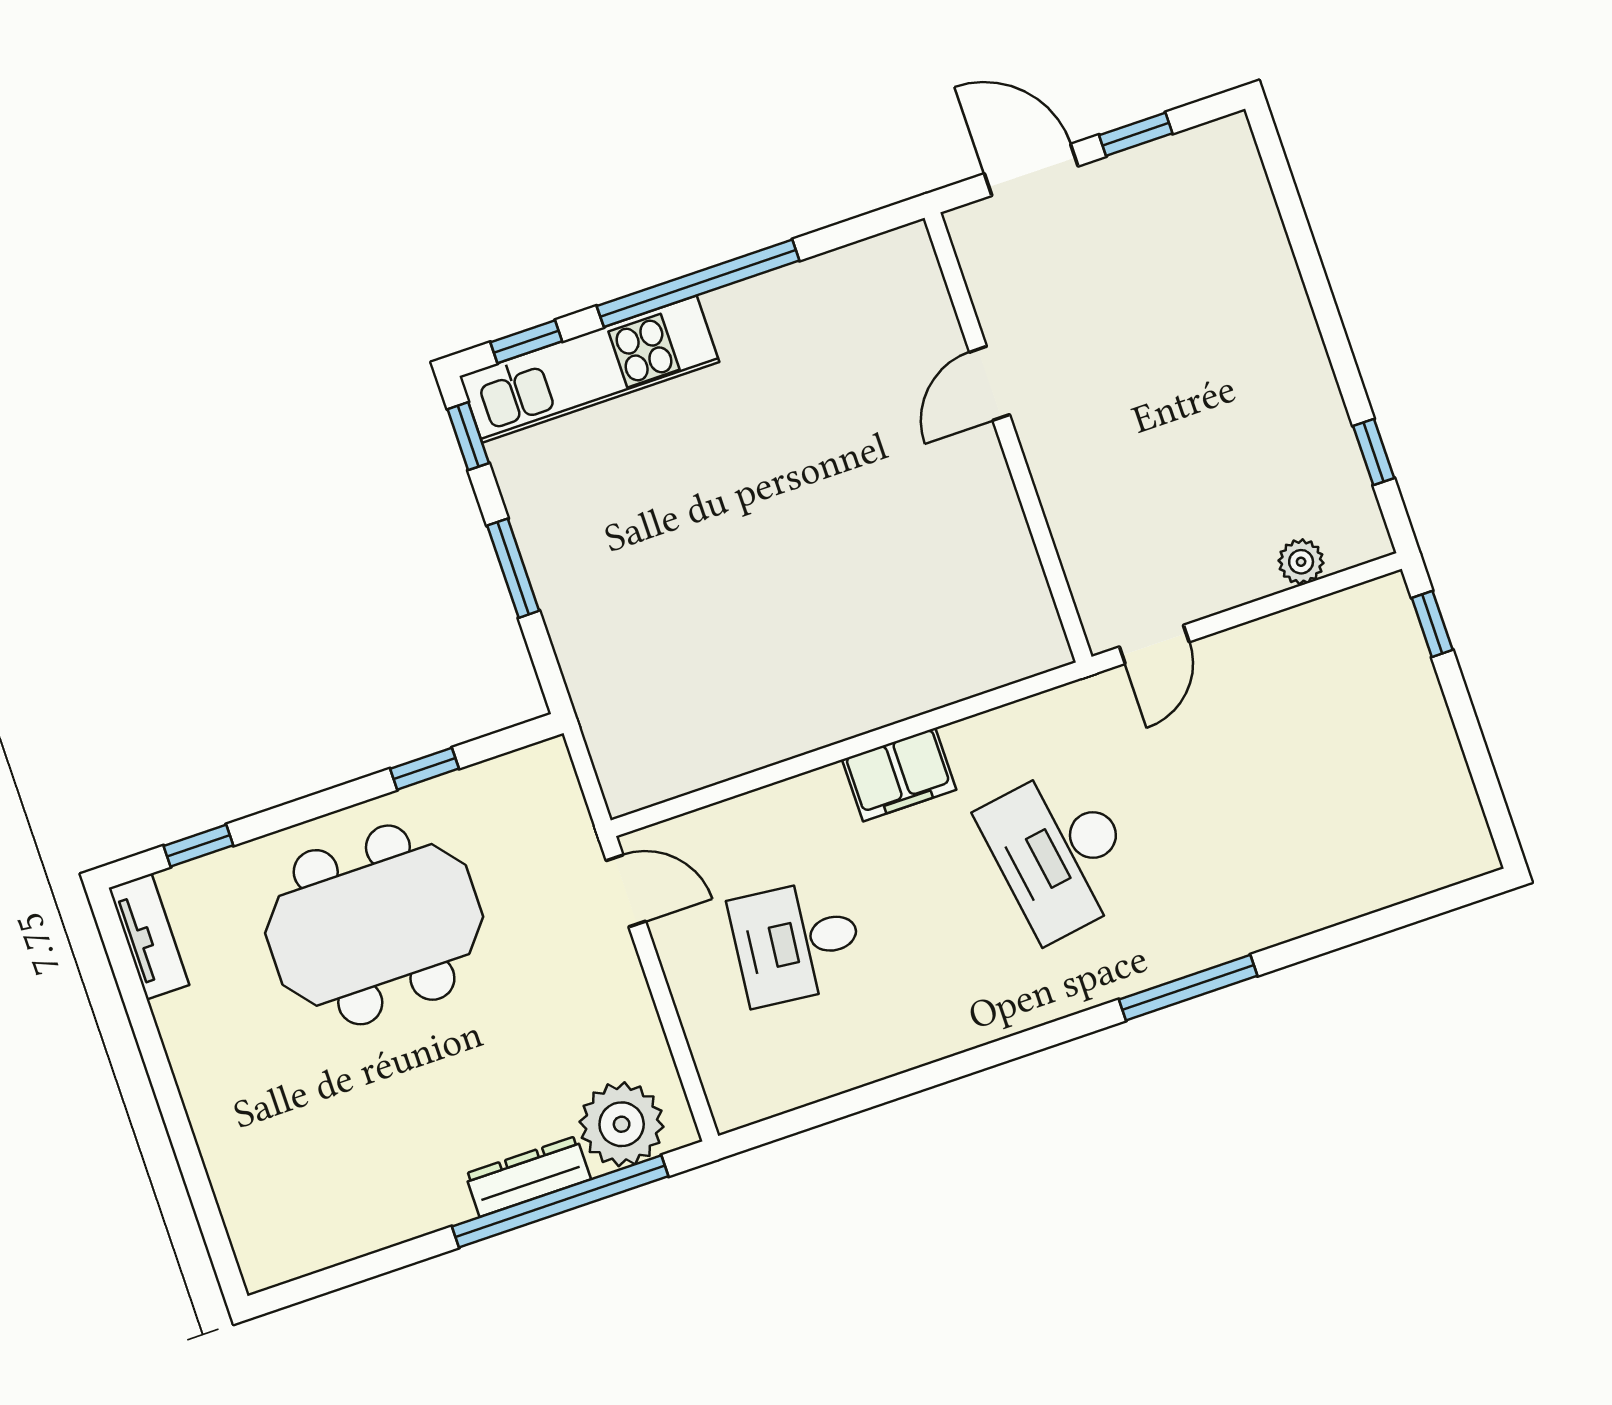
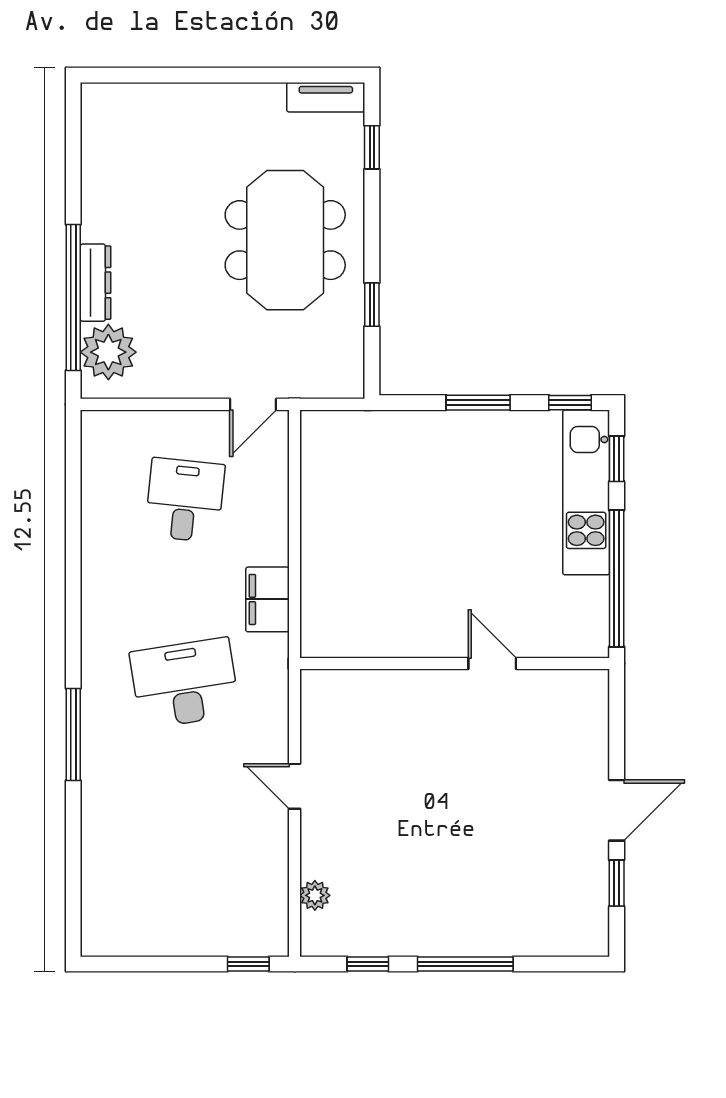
window: (1326, 312) -> (465, 964), added
door: (990, 383) -> (492, 663), moved
wall: (1008, 437) -> (455, 663), moved

